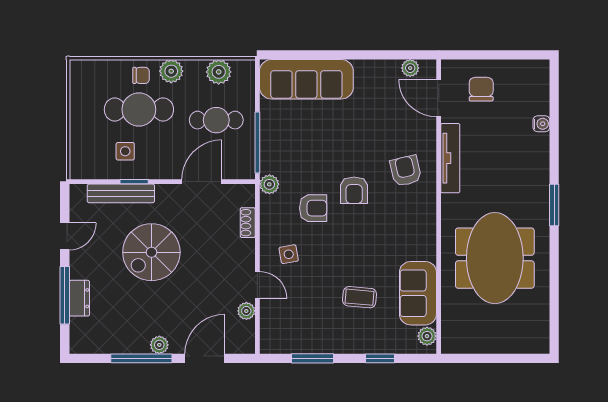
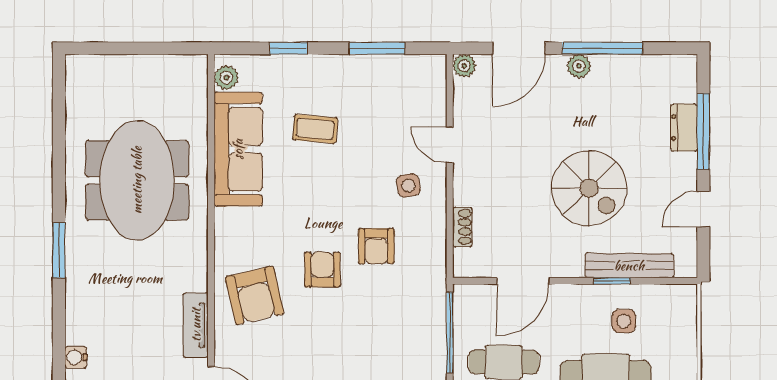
tv unit: (450, 158) -> (196, 325), width x0.71
armchair: (406, 171) -> (254, 295), width x1.38, depth x1.38
plant: (269, 184) -> (434, 277), removed
armchair: (313, 208) -> (376, 246), turned -90
spiral stairs: (151, 252) -> (589, 188), turned 90
sofa: (418, 293) -> (238, 149), width x1.36
plant: (246, 311) -> (464, 66), moved

